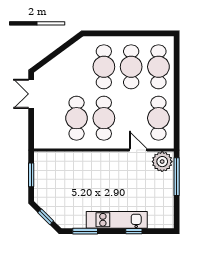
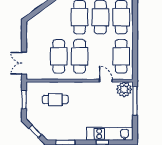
double door: (31, 94) -> (24, 63), moved
cafe table: (72, 175) -> (55, 100), added
kitchen unit: (117, 220) -> (110, 134), moved

